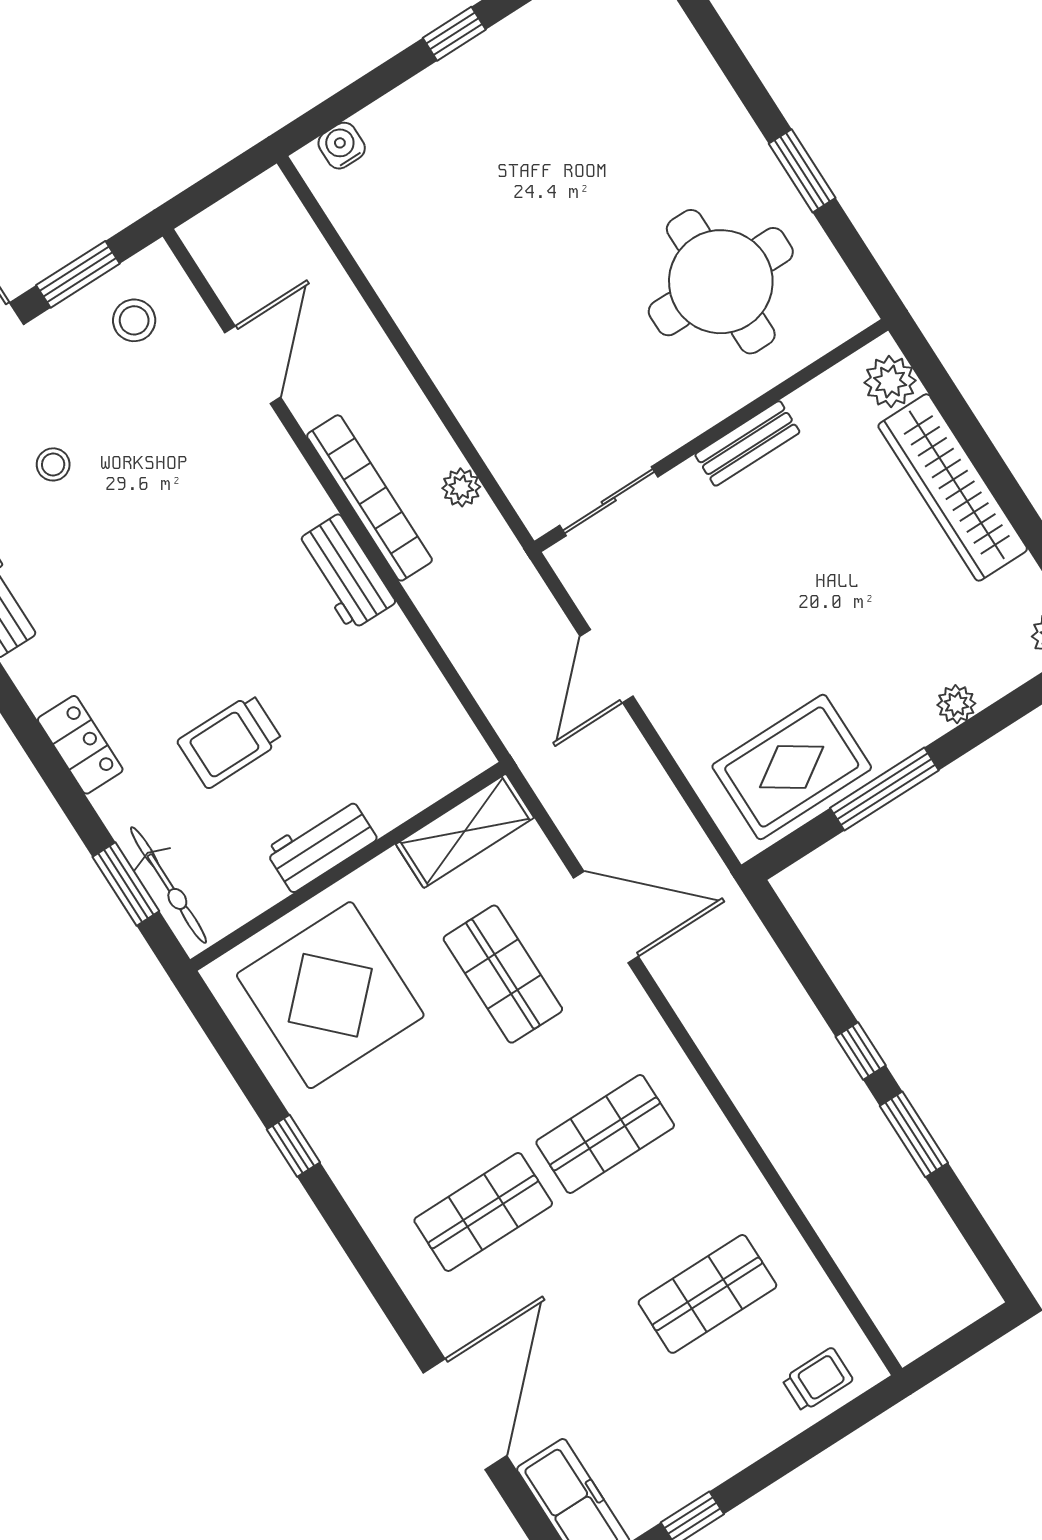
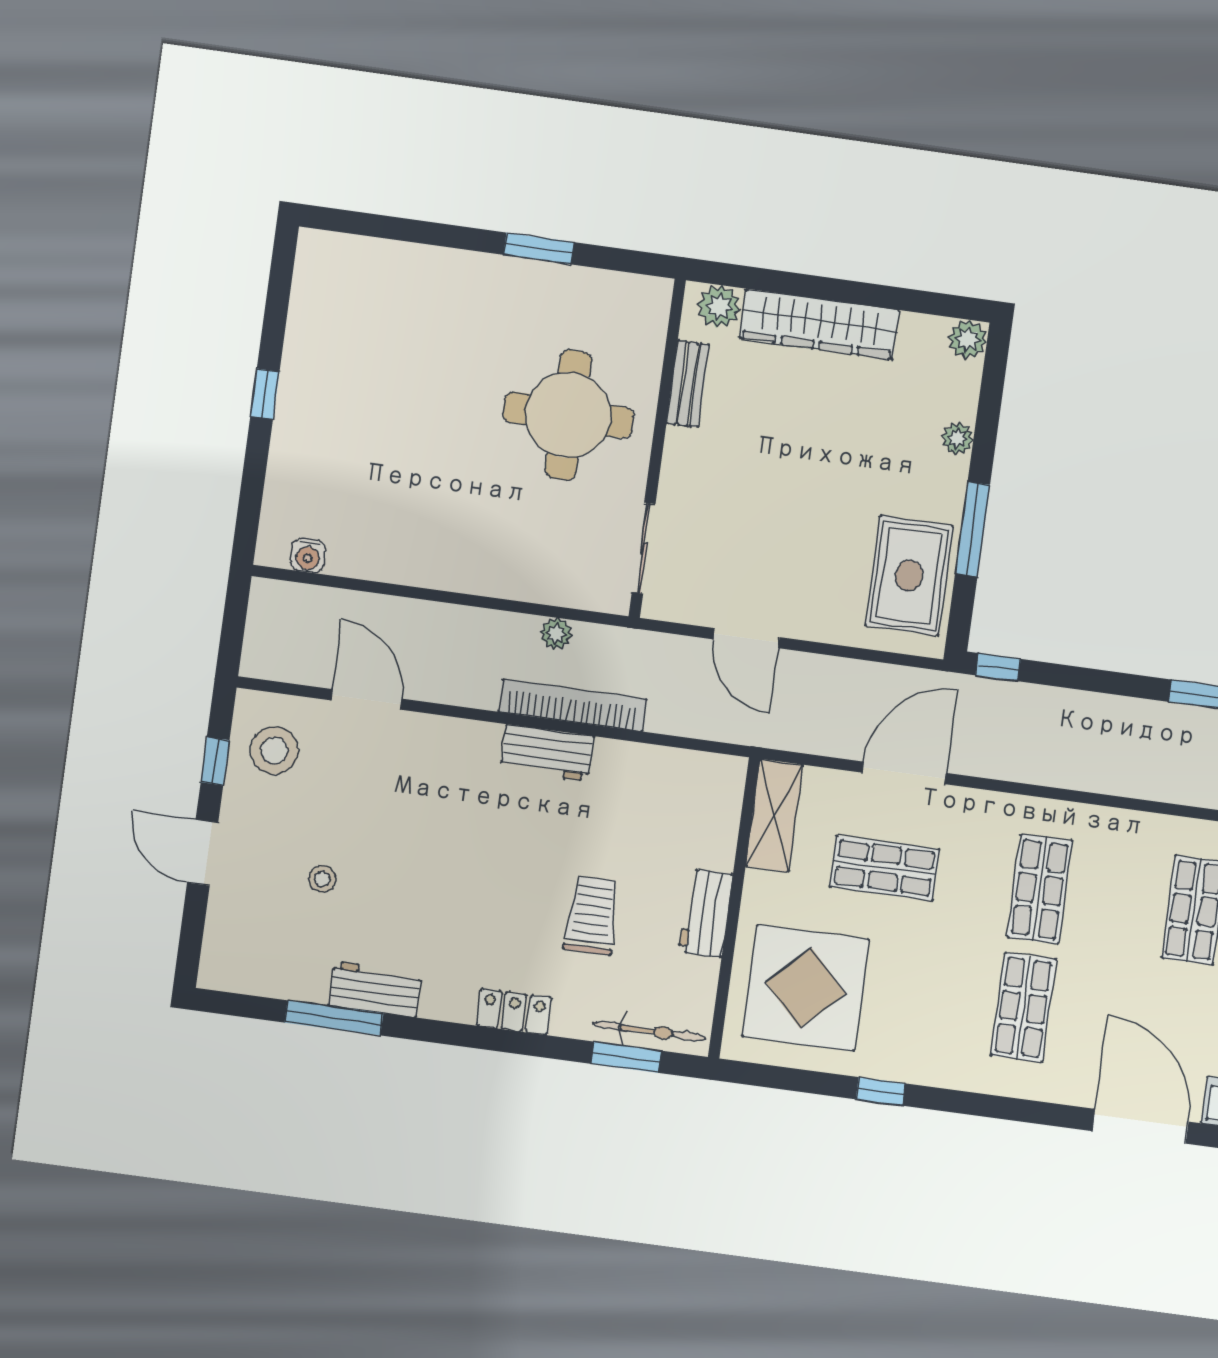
water cooler: (342, 146) -> (308, 556), moved, turned -90
window: (78, 274) -> (215, 761), width x0.67
round table: (721, 282) -> (568, 415), moved
stool: (134, 320) -> (274, 750), width x1.38, depth x1.38
bench: (747, 443) -> (688, 384), moved
bookcase: (369, 498) -> (572, 705), moved
trolley: (230, 741) -> (592, 915), turned 180
window: (861, 1051) -> (998, 667), moved

